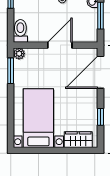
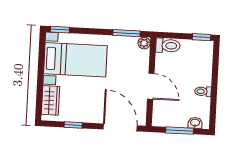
window: (11, 134) -> (60, 30), added

